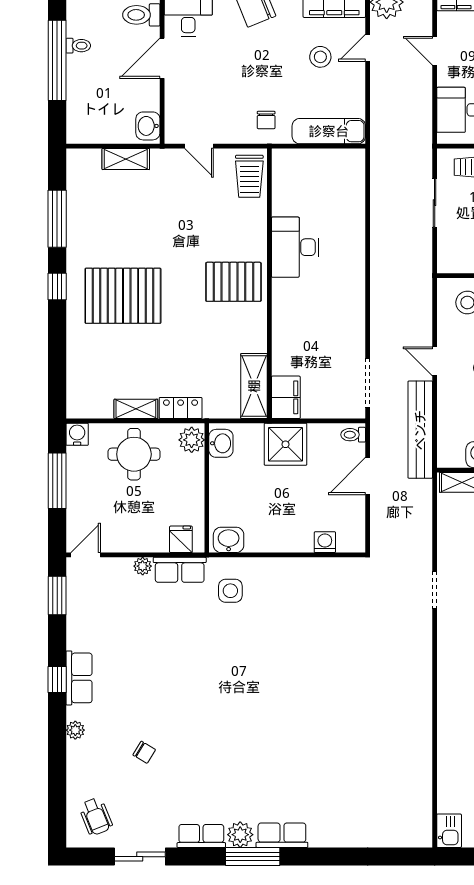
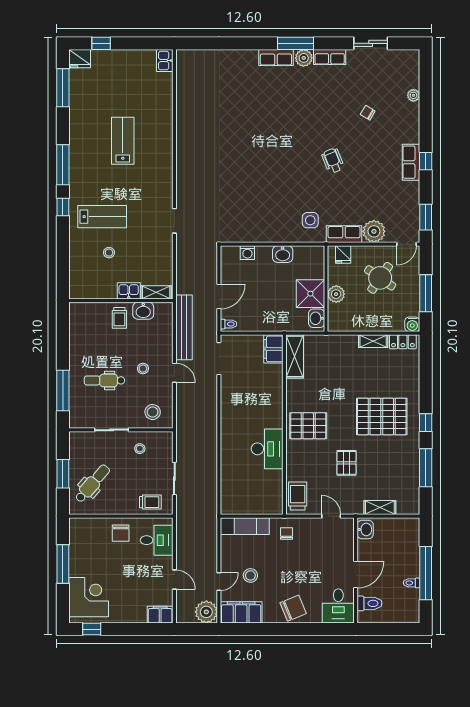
pallet: (176, 226) -> (346, 463), added
locker: (181, 408) -> (403, 342), moved
plant: (192, 440) -> (336, 294), moved
shower: (285, 444) -> (310, 294), moved
round table: (134, 454) -> (380, 278), moved, turned 35
washbasin: (229, 540) -> (283, 254), moved
plant: (143, 566) -> (374, 231), width x1.88, depth x1.88
plant: (75, 730) -> (413, 95), moved
wheelchair: (96, 816) -> (333, 161), moved

